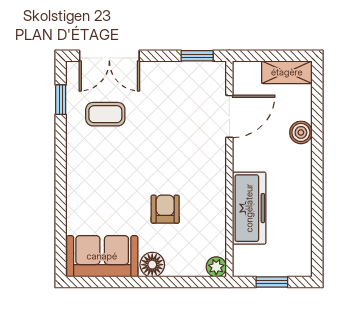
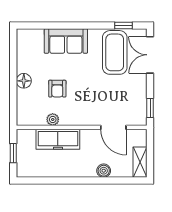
coffee table: (105, 114) -> (115, 52), width x1.86, depth x1.72
armchair: (165, 209) -> (57, 89), turned 90
sofa: (102, 256) -> (66, 41), moved, turned 90
plant: (216, 267) -> (53, 119), moved

